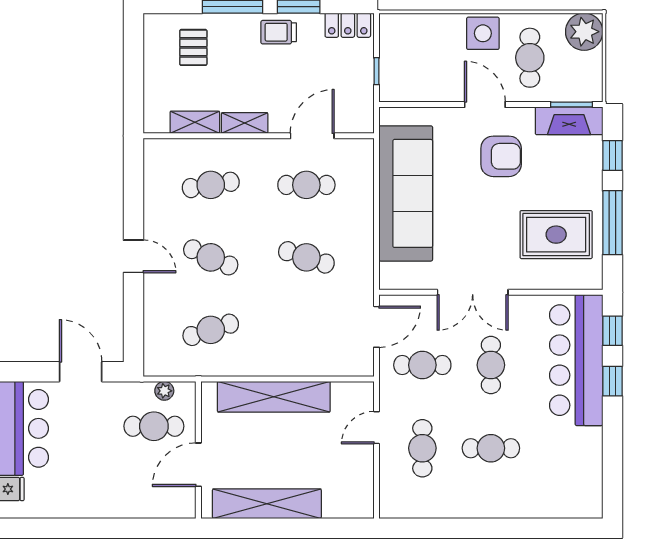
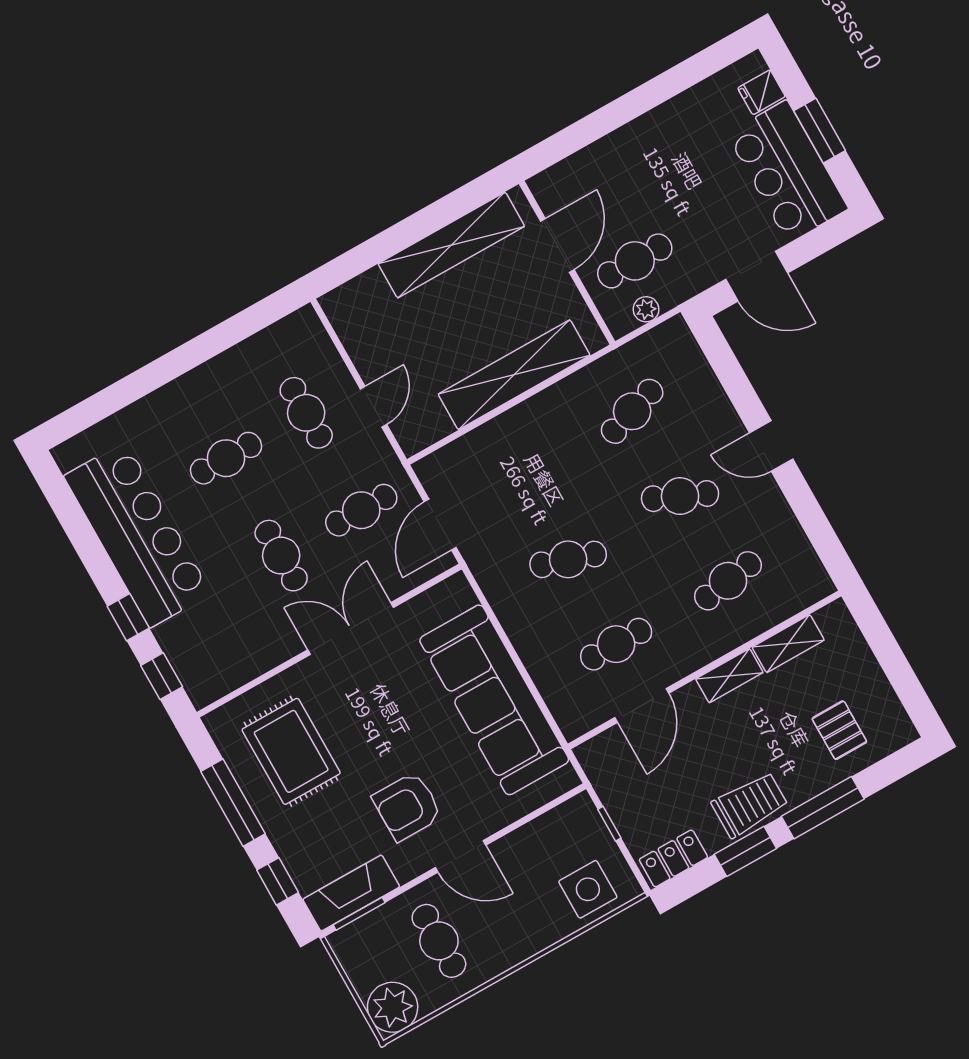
trolley: (279, 32) -> (750, 804), width x1.36, depth x1.39
side table: (483, 33) -> (588, 889), moved
rug: (556, 235) -> (291, 751), turned 90
bar counter: (576, 360) -> (138, 535), moved

